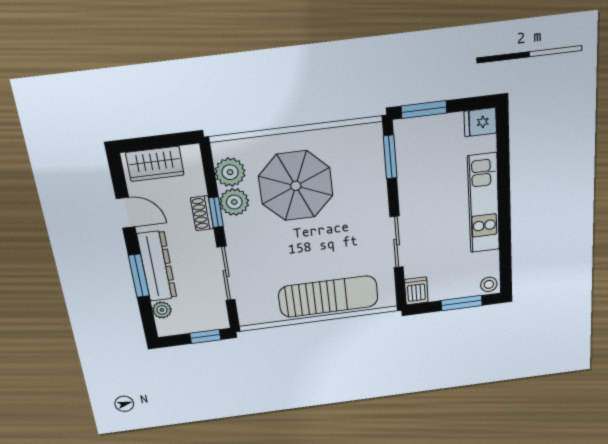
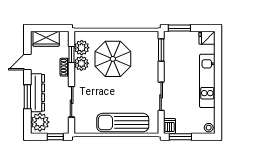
window: (216, 212) -> (72, 55), moved
door: (126, 213) -> (27, 62), swing flipped
sun lounger: (328, 297) -> (123, 123), turned 180
window: (462, 303) -> (180, 137), moved
plant: (162, 310) -> (40, 122), width x1.88, depth x1.88

